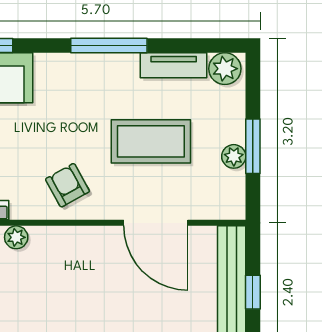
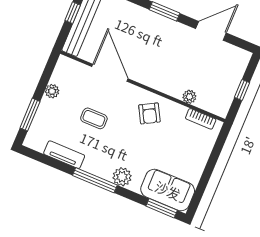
plant: (225, 69) -> (122, 177), moved
coffee table: (151, 141) -> (94, 118), width x0.54, depth x0.58
window: (253, 146) -> (30, 115), moved

